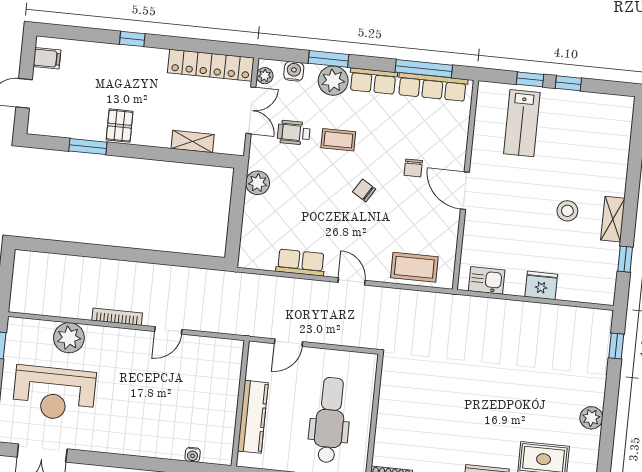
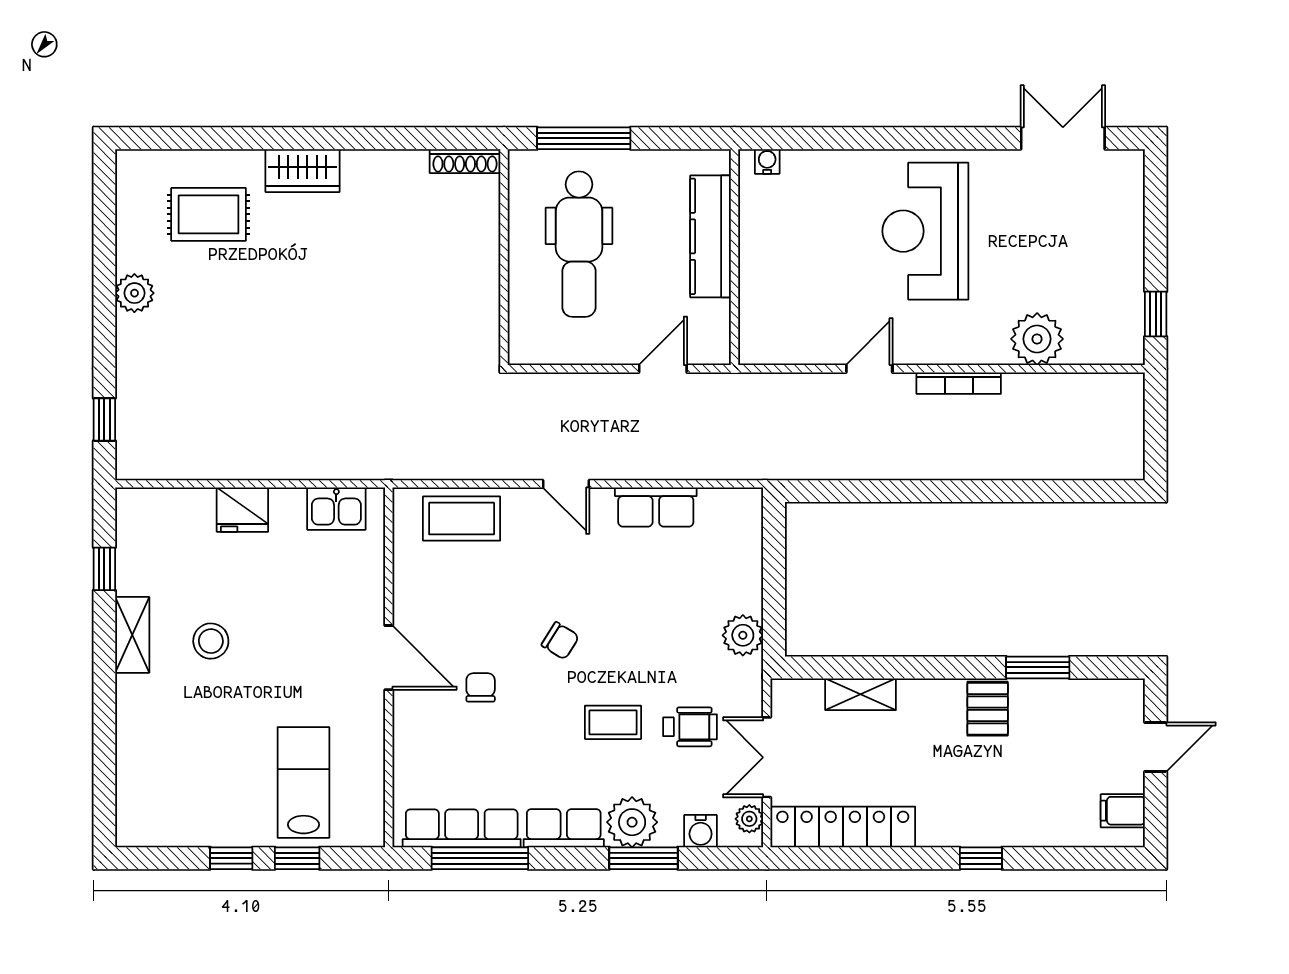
reception desk: (54, 393) -> (925, 231), moved, turned -90
water cooler: (193, 455) -> (767, 161), moved

